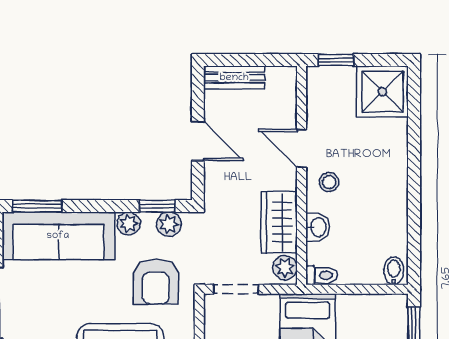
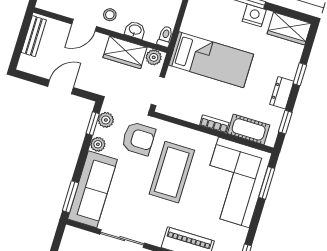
bench: (234, 78) -> (34, 36), moved

